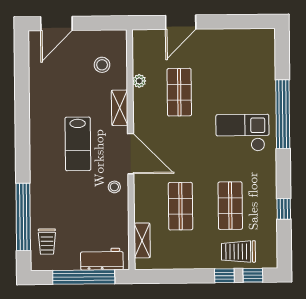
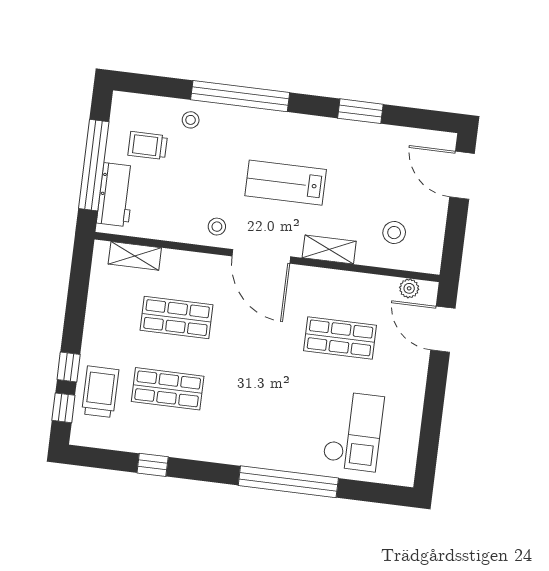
door: (181, 22) -> (443, 329), moved
plant: (139, 81) -> (409, 288), moved
window: (22, 99) -> (360, 111), added
checkout: (243, 133) -> (353, 431), moved
door: (131, 154) -> (261, 256), hinge flipped
stool: (44, 215) -> (191, 120), added
window: (23, 217) -> (240, 96), moved
trolley: (47, 242) -> (148, 146), moved

